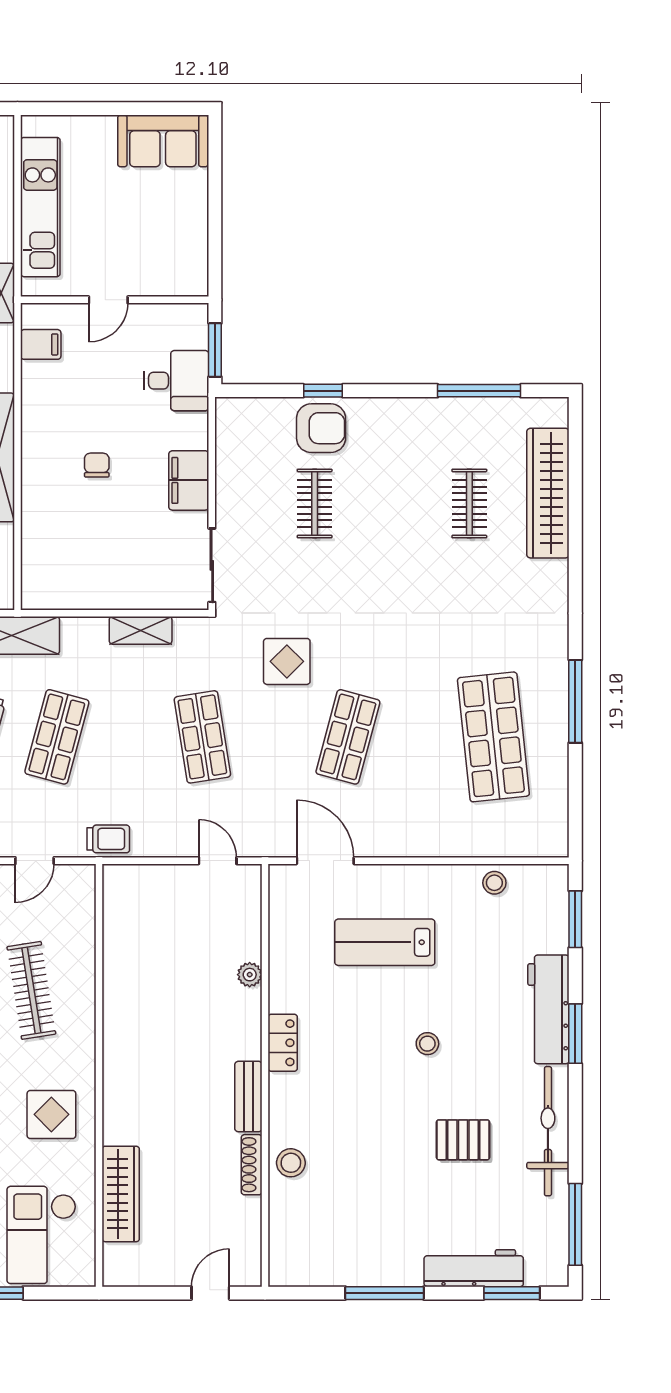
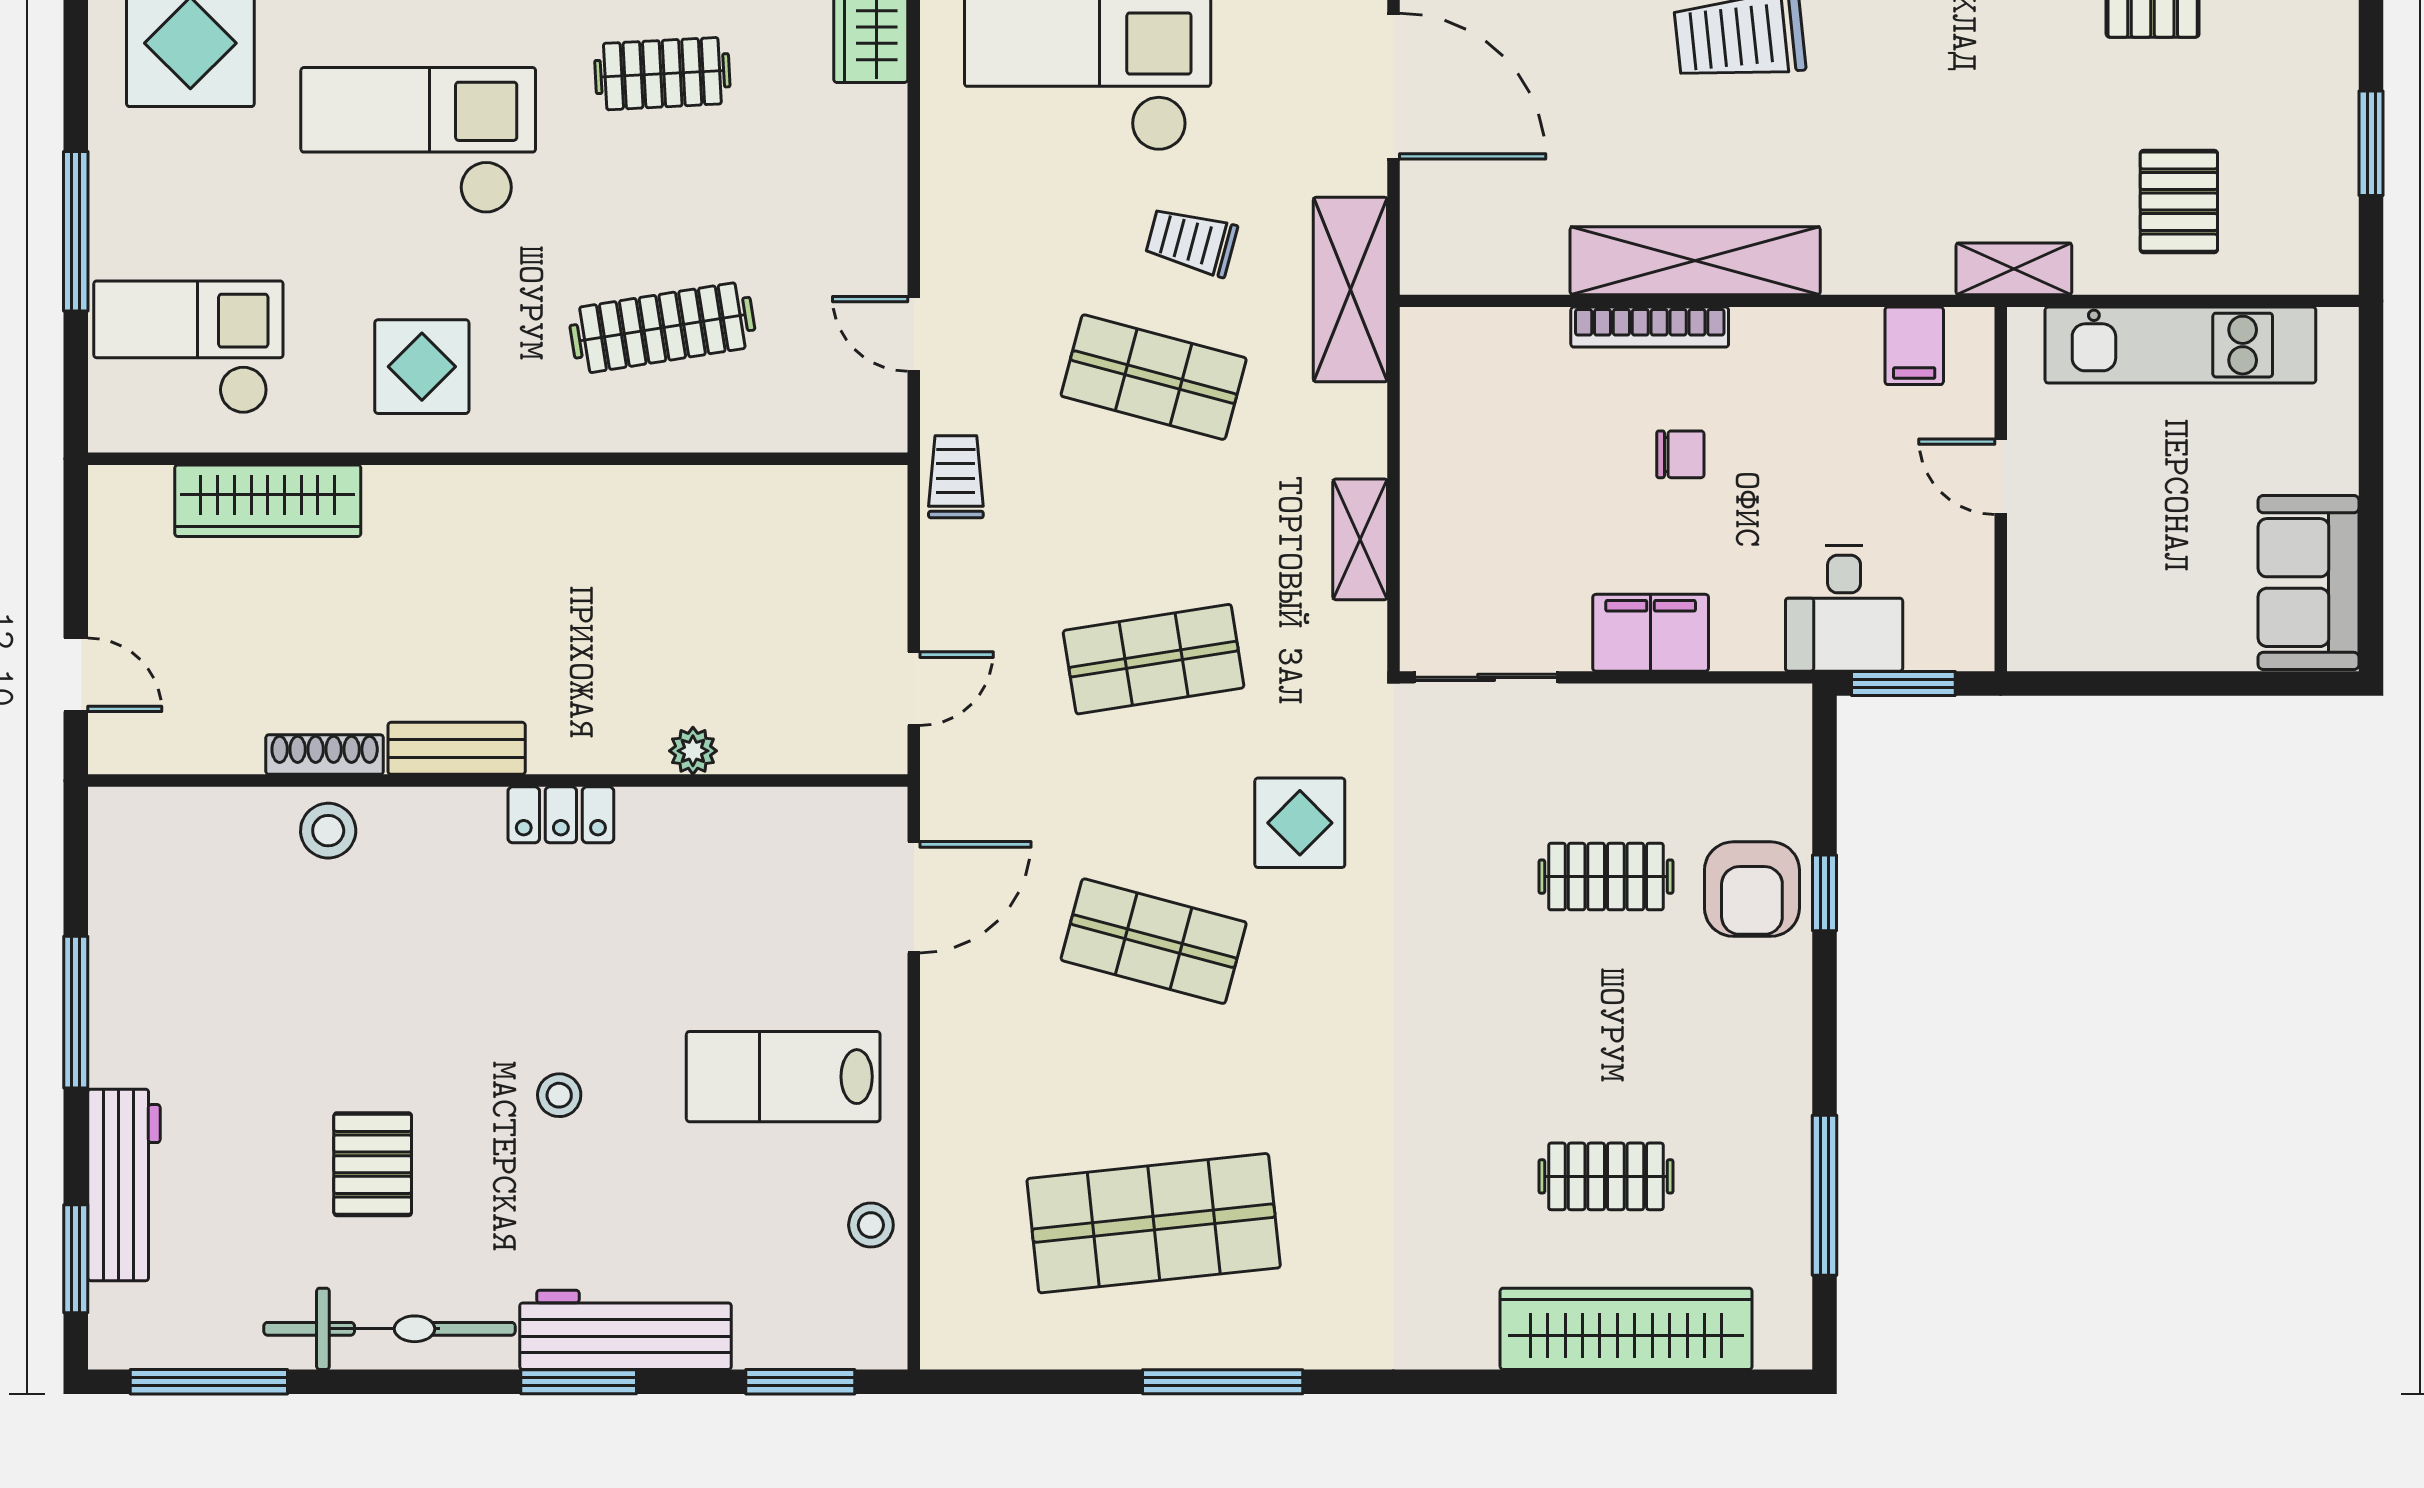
bookcase: (31, 481) -> (1650, 327), added
trolley: (108, 839) -> (956, 477), turned 180
lab bench: (385, 942) -> (783, 1077), moved, turned -90

